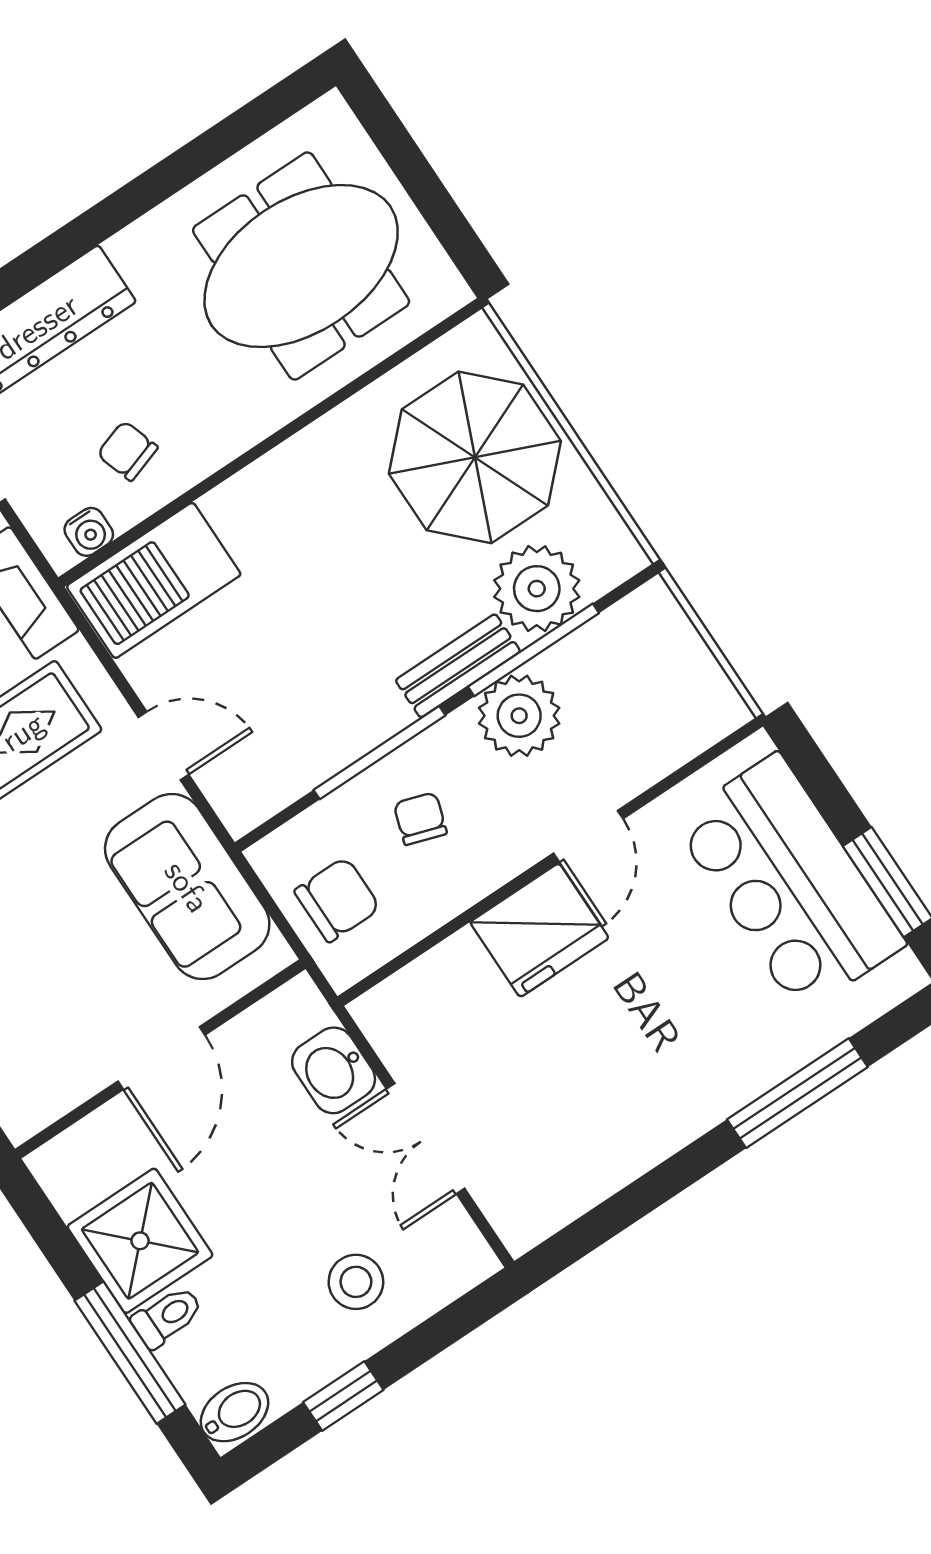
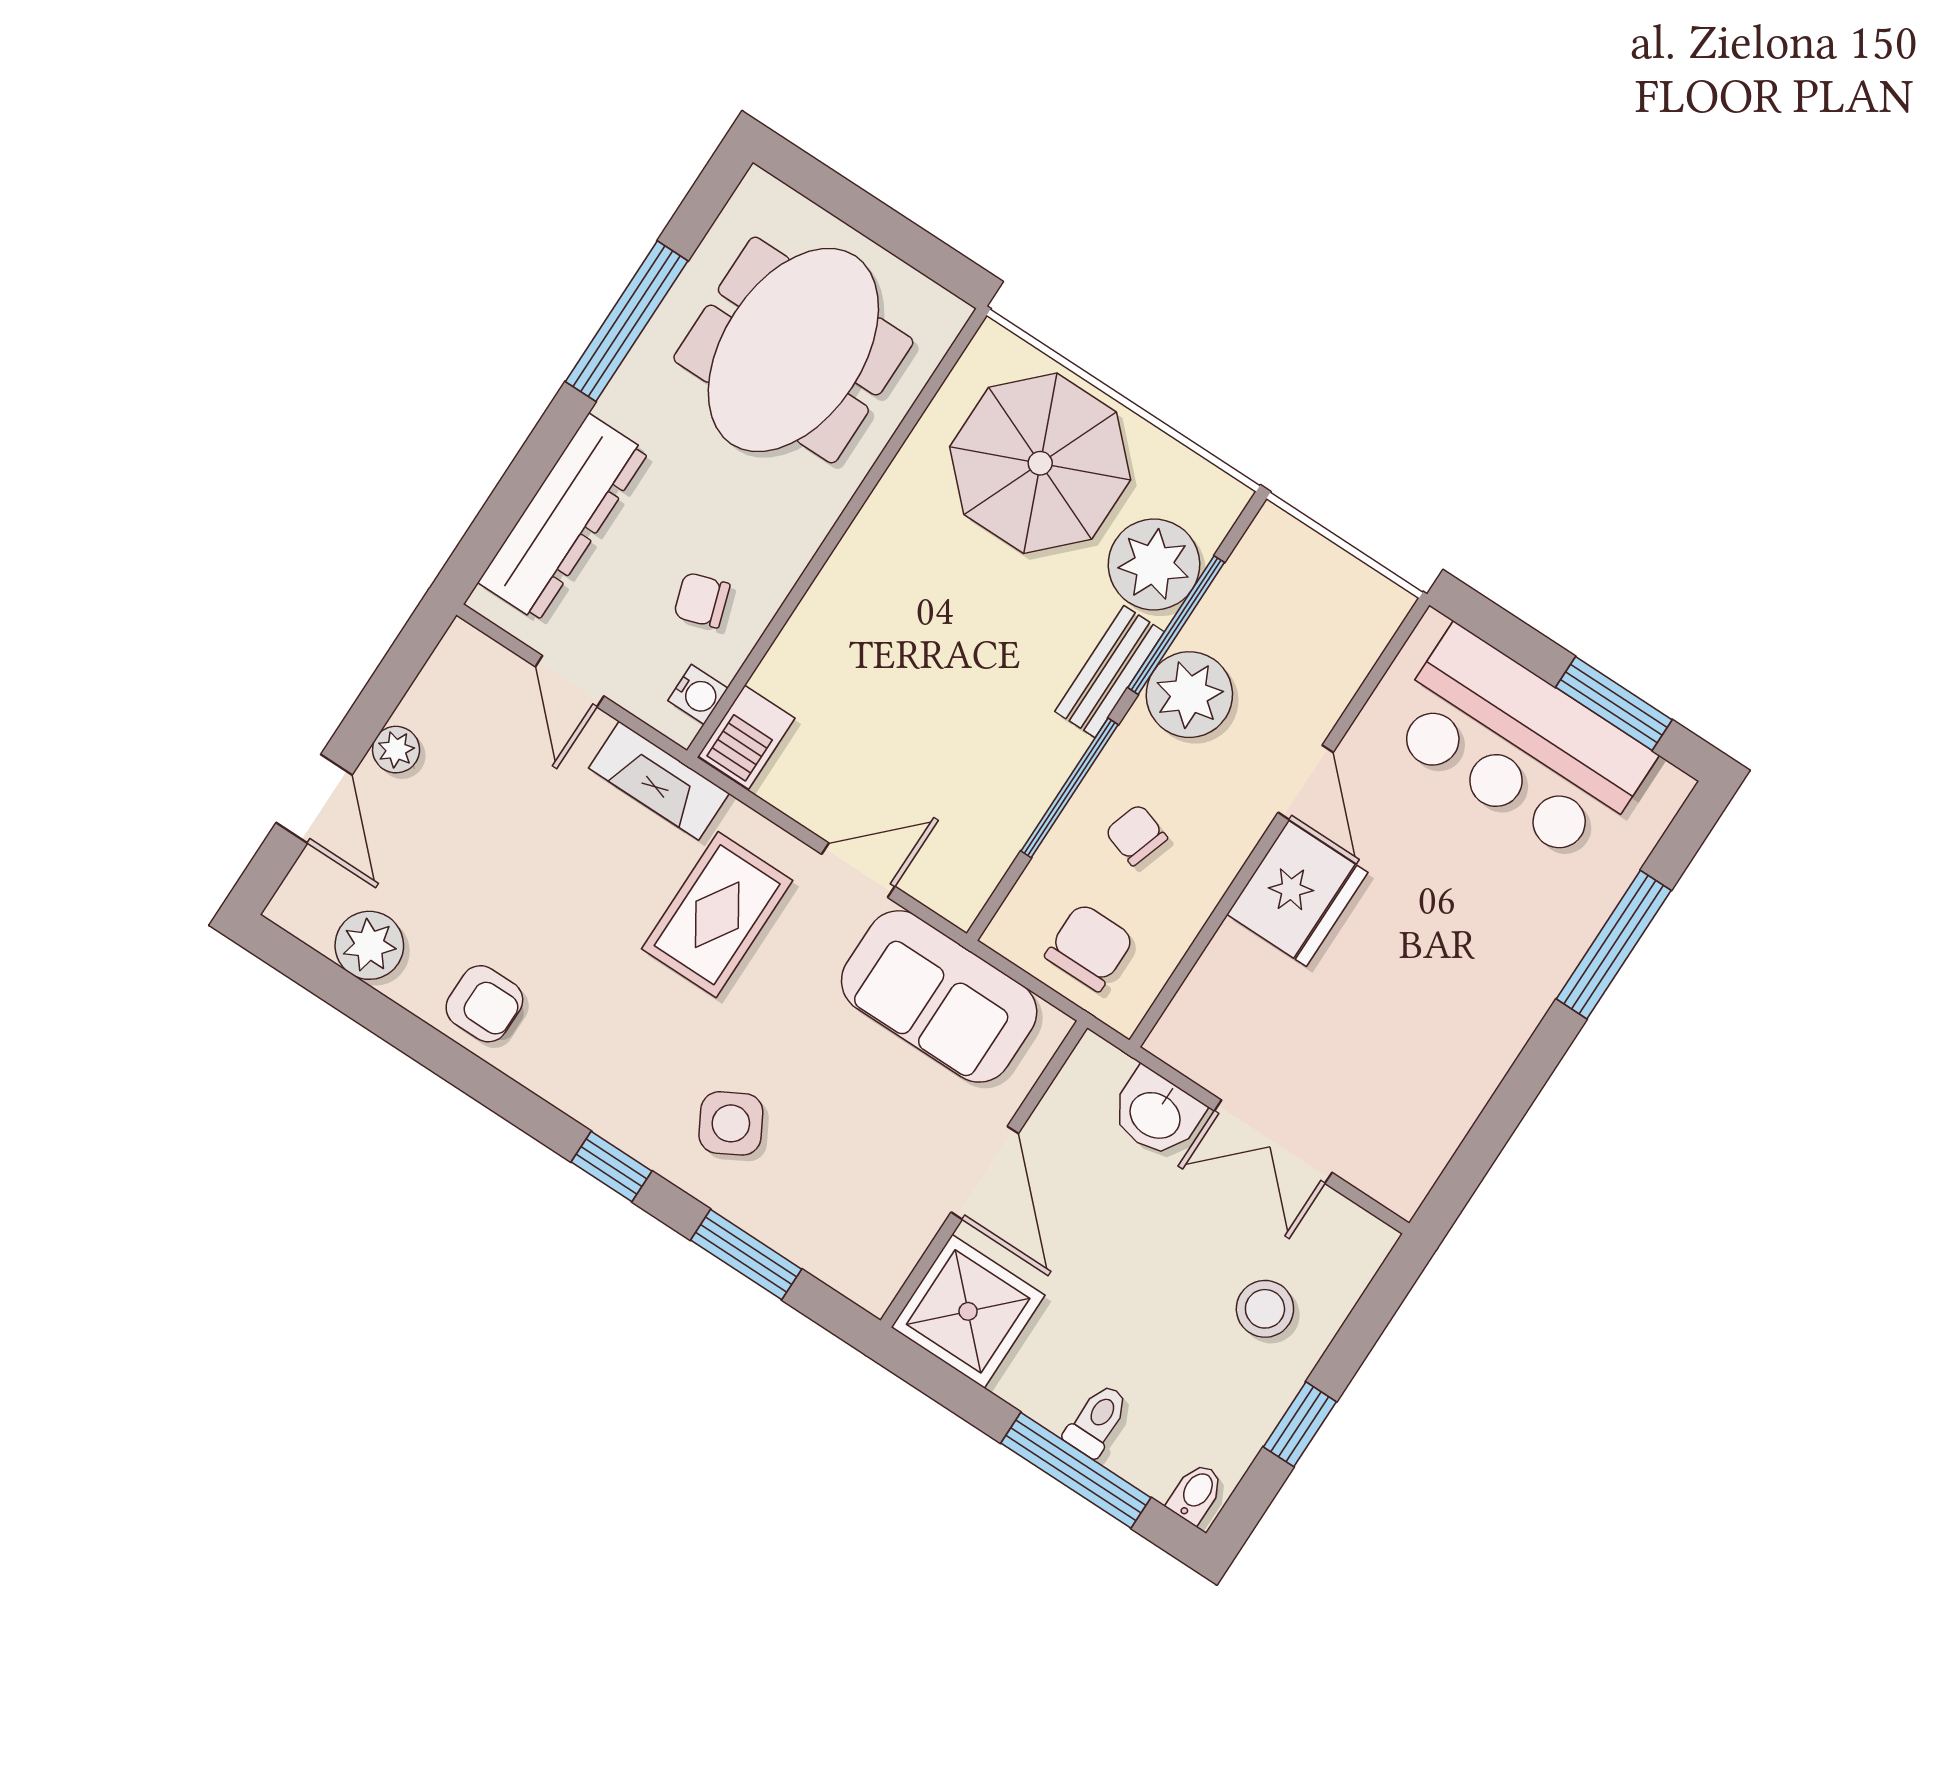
window: (166, 179) -> (627, 321), added
barbecue: (154, 580) -> (747, 737), width x0.53, depth x0.65
shower: (140, 1241) -> (968, 1311), moved
bidet: (235, 1412) -> (1196, 1493), width x0.72, depth x0.74

